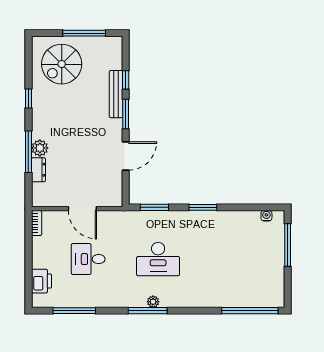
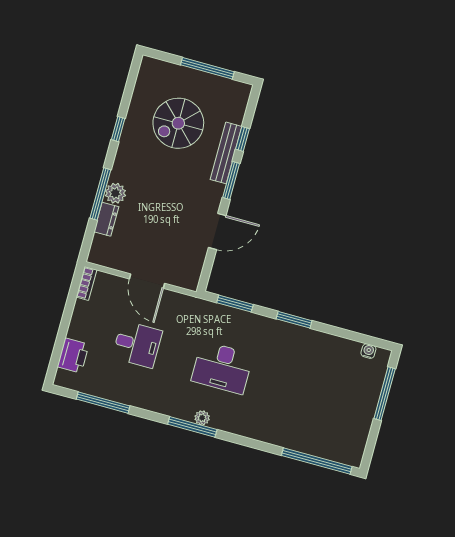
spiral stairs: (62, 64) -> (178, 123), moved
desk: (88, 259) -> (137, 344), turned 180

